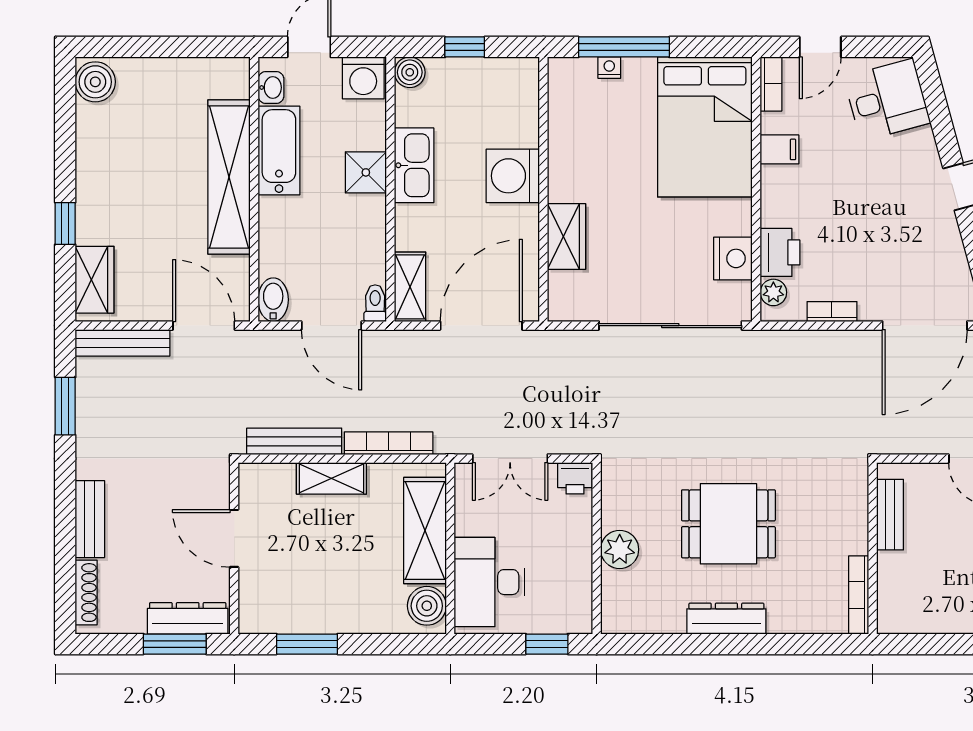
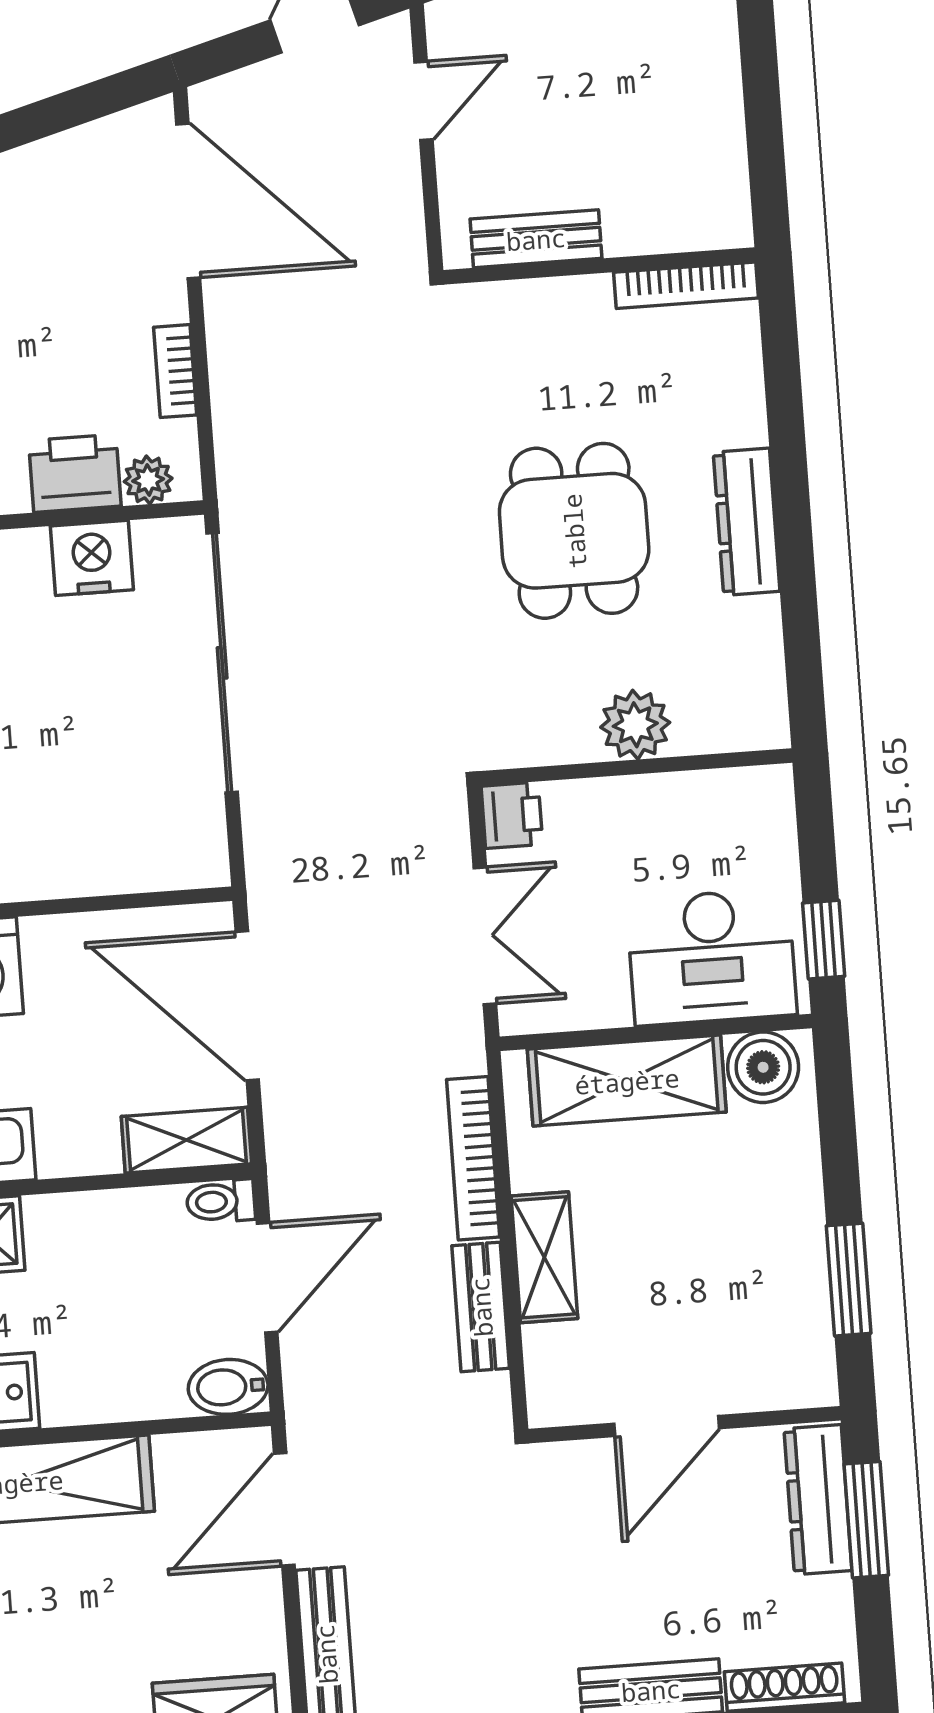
wardrobe: (566, 236) -> (74, 863), removed
bench: (294, 441) -> (481, 1307), width x0.73
window: (547, 644) -> (824, 940), moved

